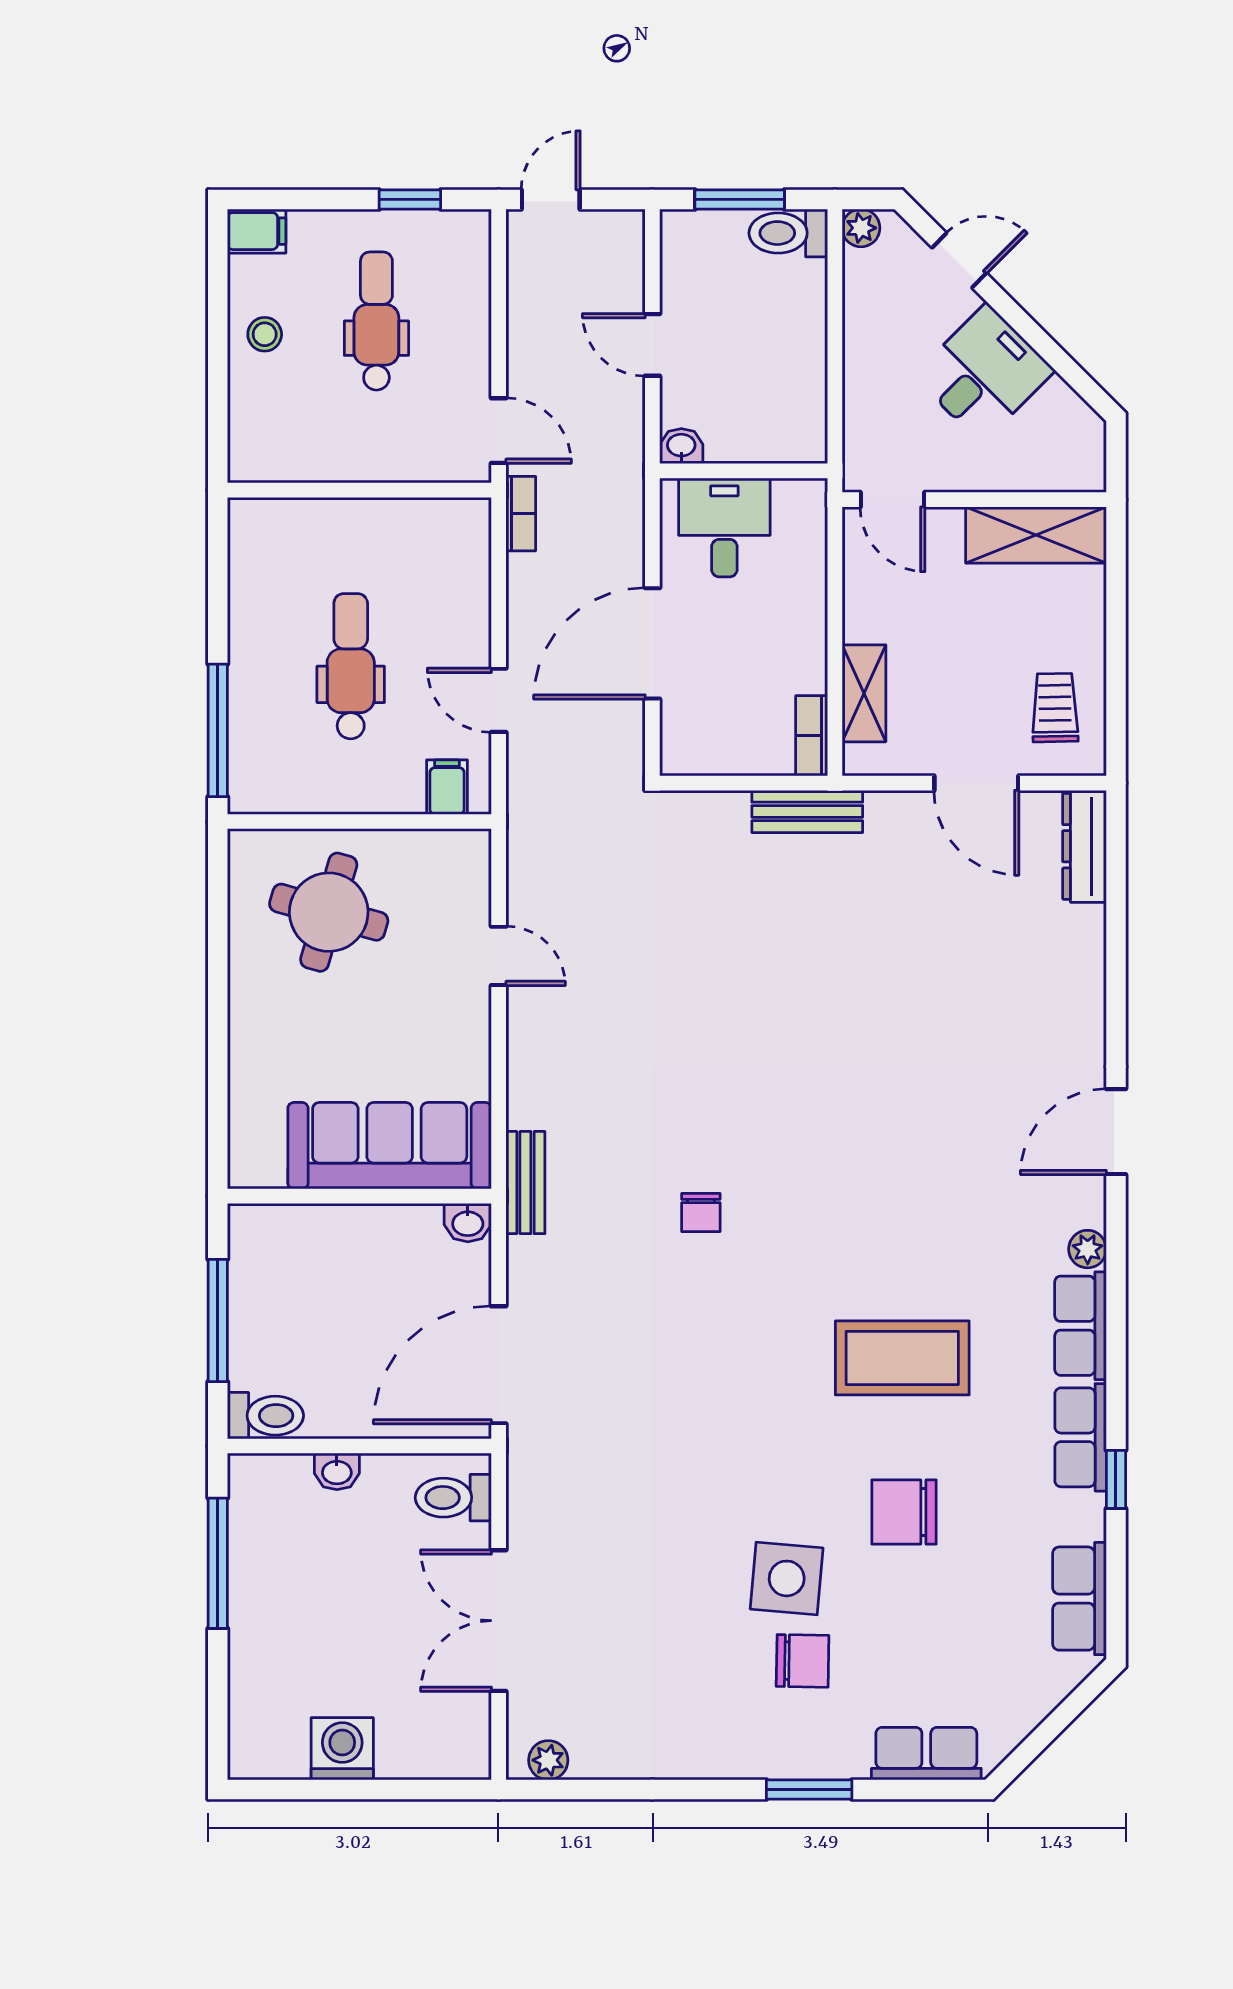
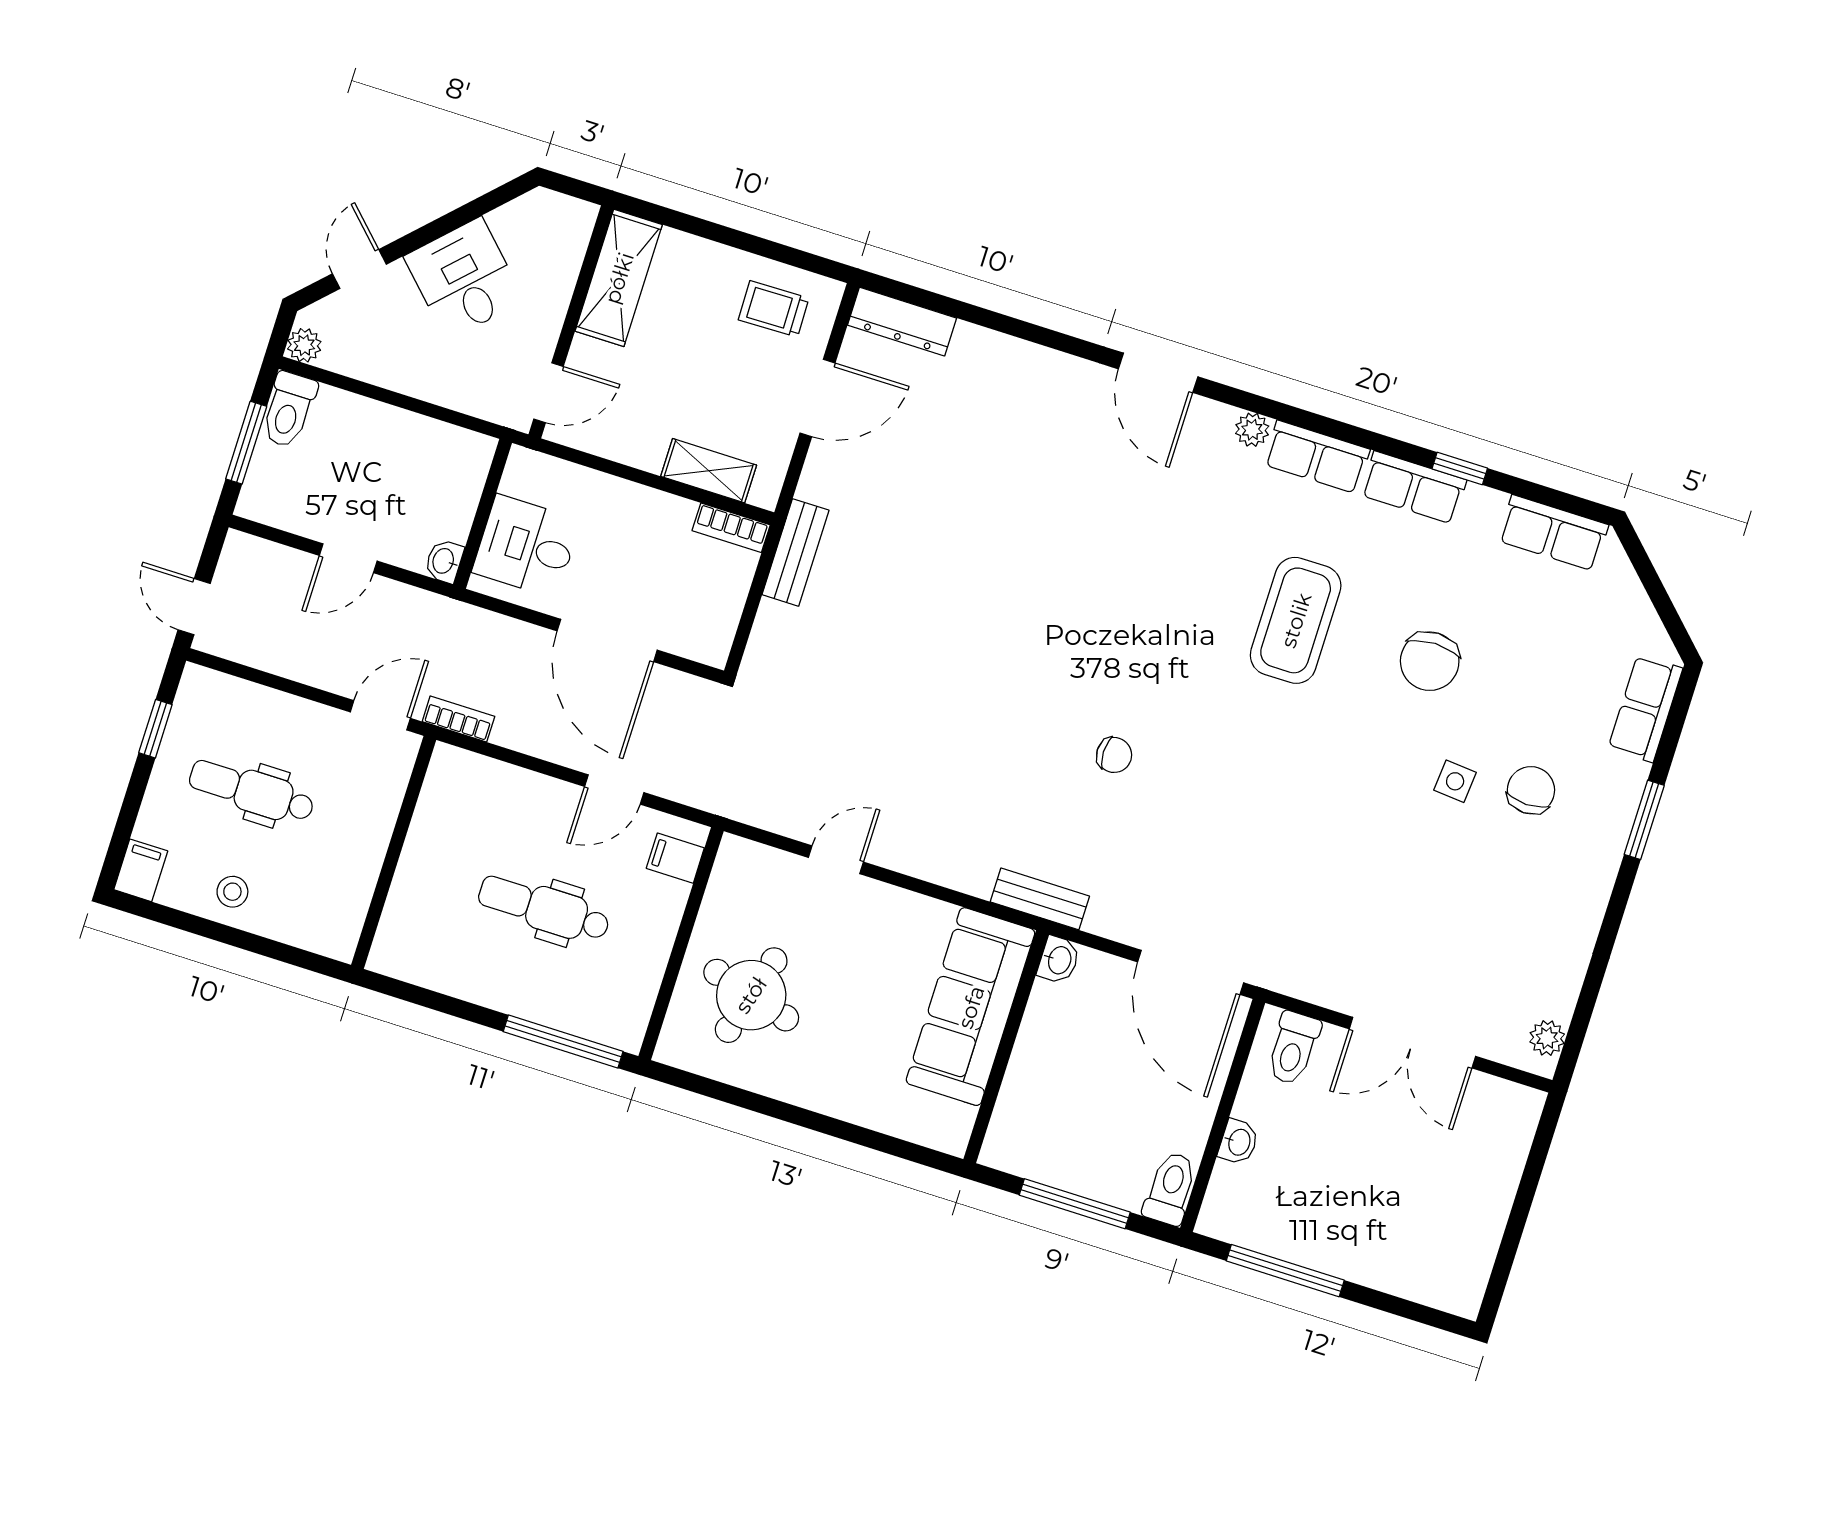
side table: (787, 1578) -> (1455, 781), width x0.54, depth x0.54
washing machine: (342, 1749) -> (1480, 1214), removed

